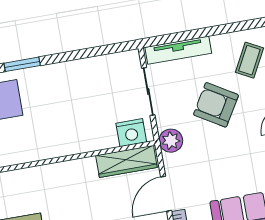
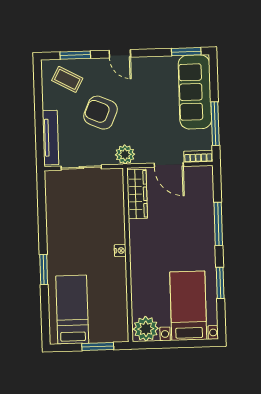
armchair: (216, 105) -> (101, 113), turned 82
nightstand: (131, 133) -> (120, 251), moved, width x0.53, depth x0.56

